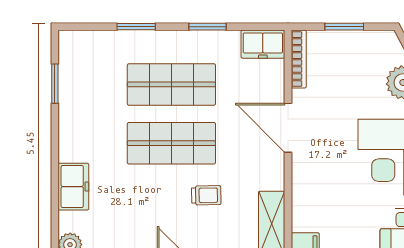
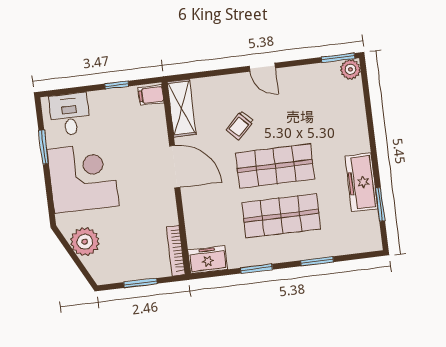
door: (288, 128) -> (175, 167), moved
freezer: (73, 187) -> (361, 182), moved, width x1.40
trolley: (206, 195) -> (240, 125), turned -44

